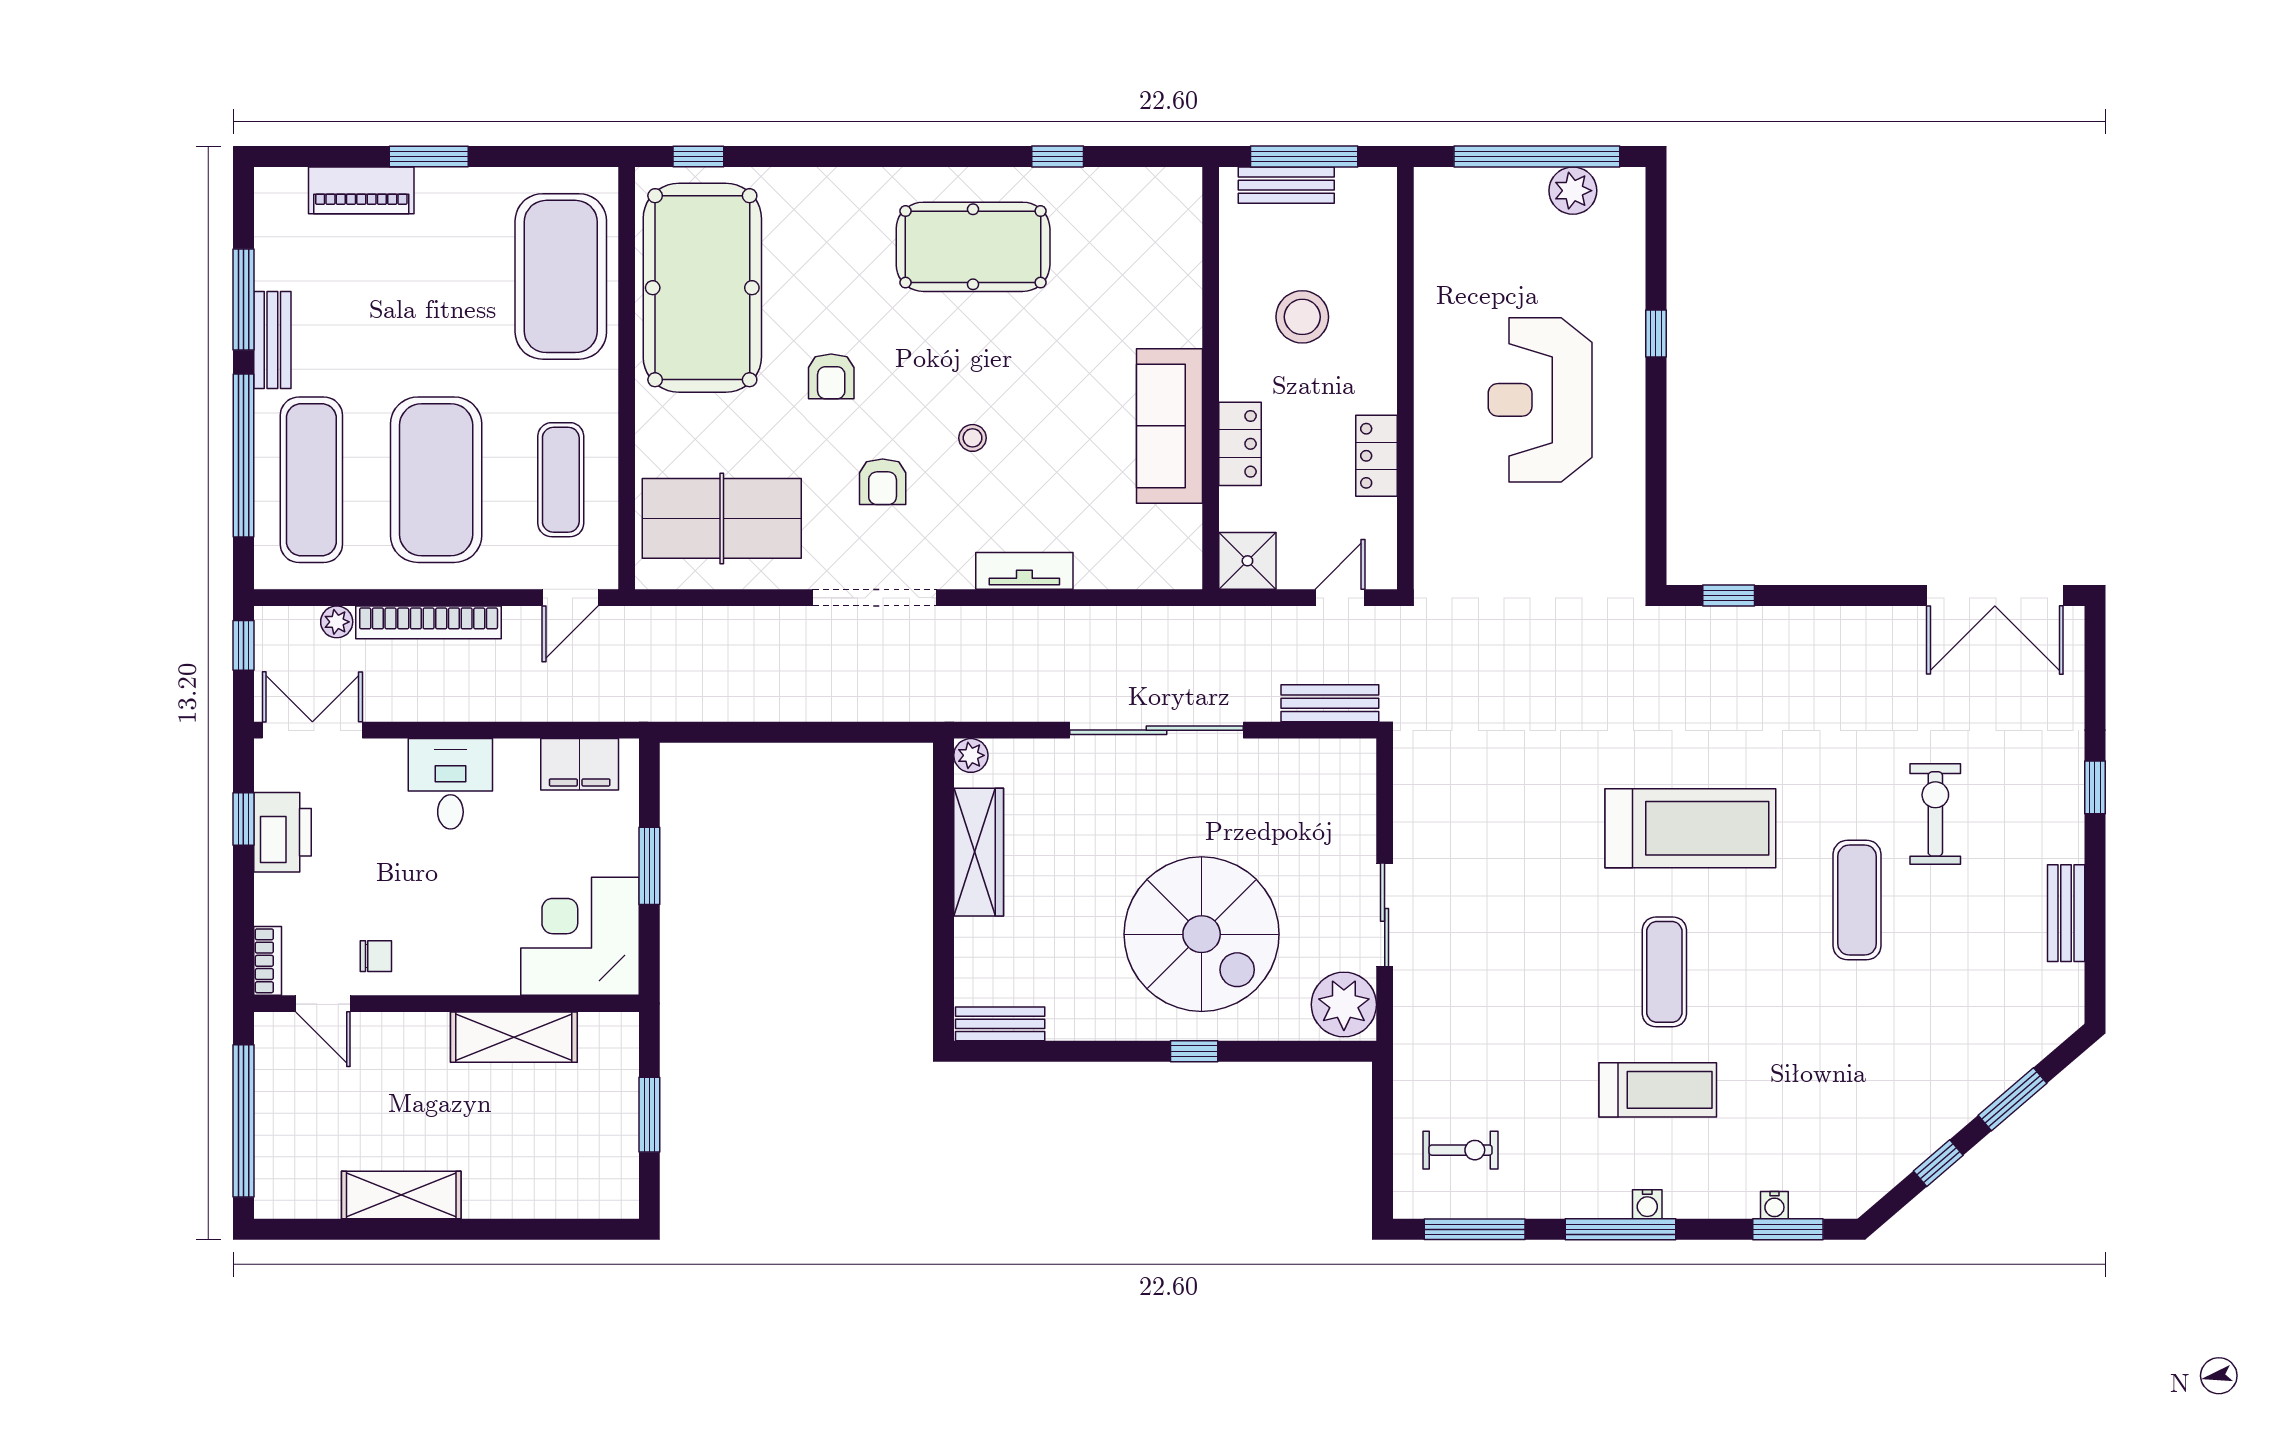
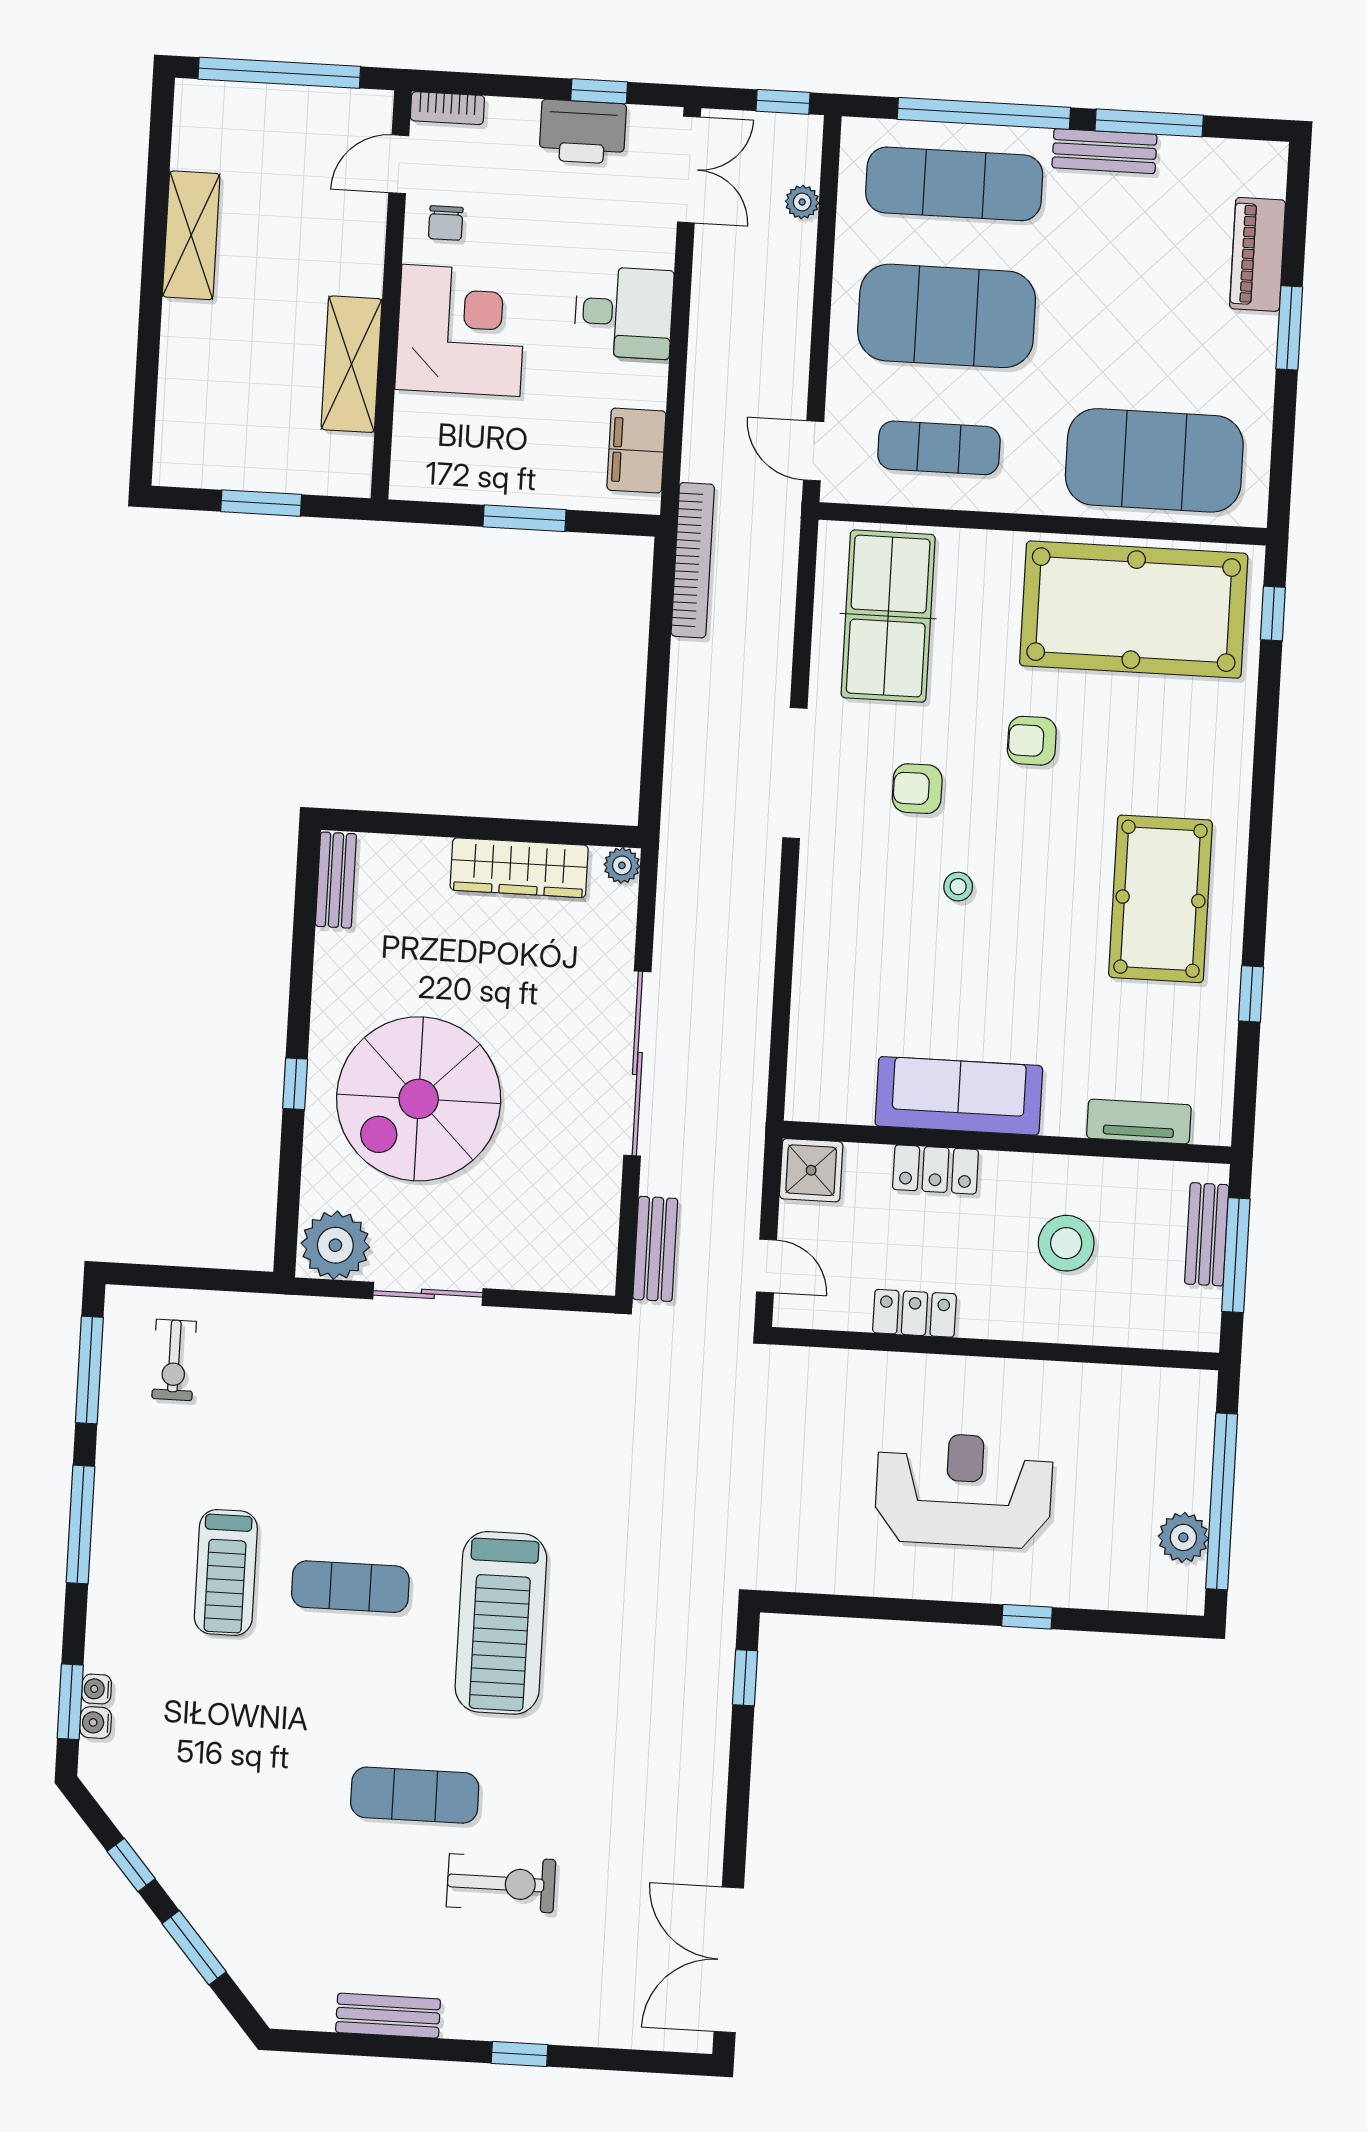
tv unit: (1024, 571) -> (1139, 1122), moved, turned -90
bookcase: (429, 622) -> (693, 560), moved, turned 180
corner desk: (580, 936) -> (461, 330), moved
water cooler: (1647, 1204) -> (96, 1723), moved

